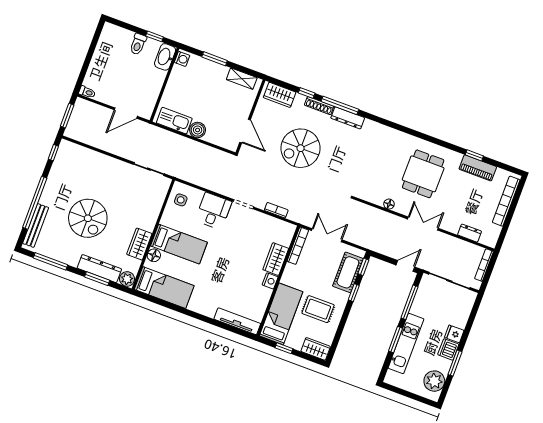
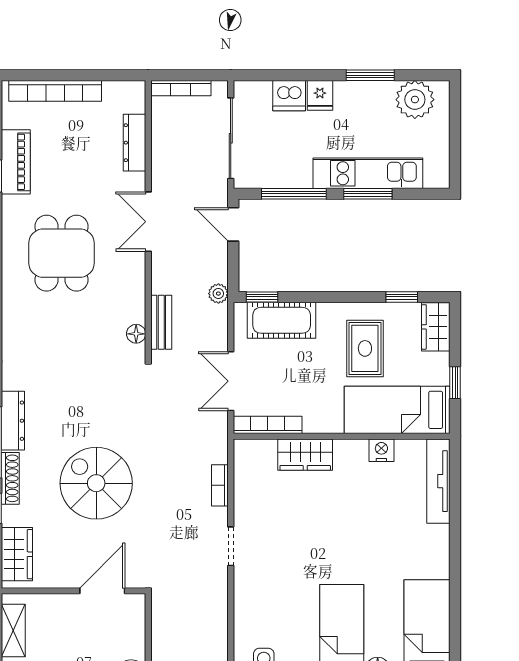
spiral stairs: (301, 148) -> (96, 483), turned 180
dining table: (423, 174) -> (61, 253), turned 90
floor lamp: (389, 204) -> (136, 334), moved
desk: (213, 211) -> (262, 594), removed
bench: (370, 211) -> (161, 322), added
dresser: (470, 233) -> (135, 143), width x1.44
plant: (373, 245) -> (218, 294), added
nightstand: (270, 281) -> (381, 450), moved
window: (354, 293) -> (402, 297), moved
dishwasher: (448, 349) -> (289, 96), moved

